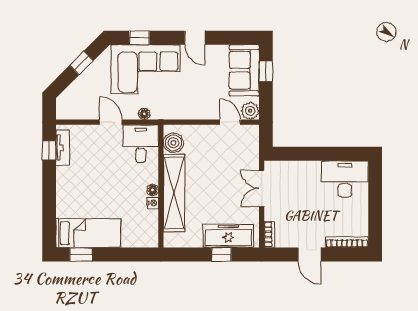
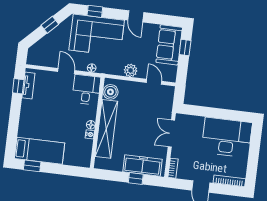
plant: (250, 111) -> (131, 70), moved
desk: (345, 179) -> (227, 137), width x1.36, depth x1.30

